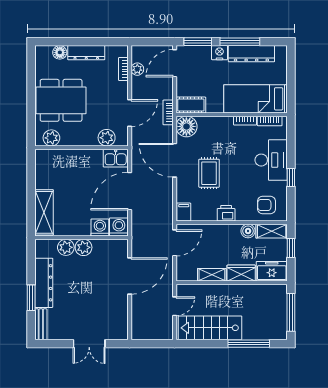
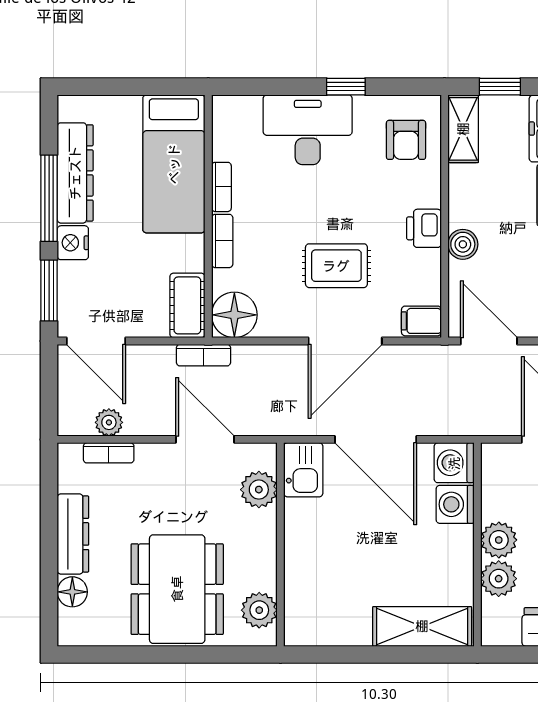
bookcase: (270, 121) -> (222, 241), moved
door: (175, 160) -> (345, 341), moved
boiler: (248, 231) -> (463, 244), moved

